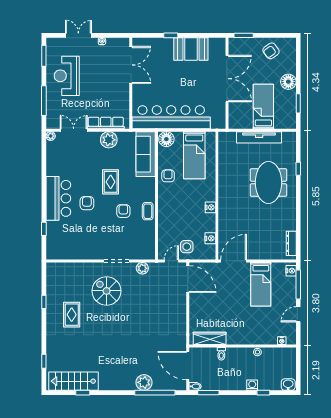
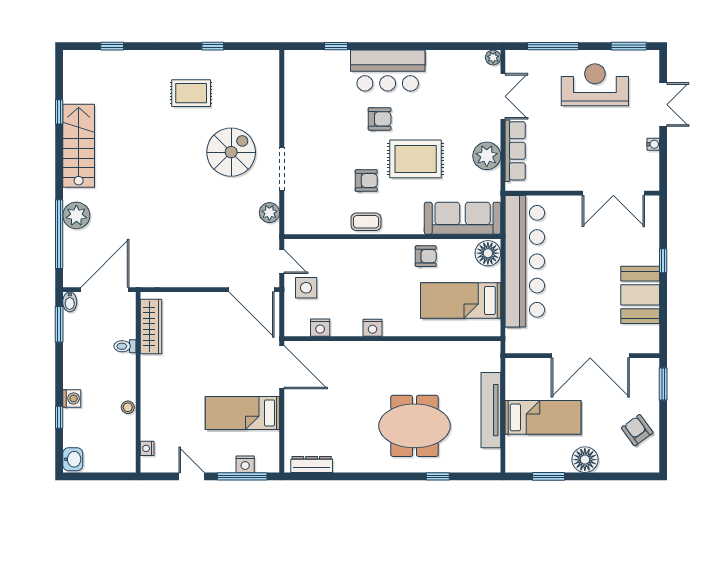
rug: (111, 182) -> (416, 159), width x1.36, depth x1.43
nightstand: (291, 271) -> (245, 464), moved
door: (188, 279) -> (251, 290), hinge flipped
stairs: (73, 381) -> (79, 146), moved

